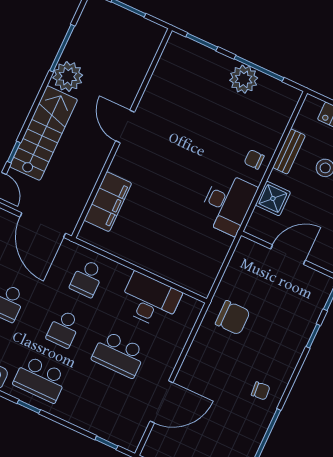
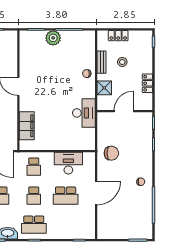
plant: (244, 79) -> (53, 38), moved
desk: (228, 203) -> (84, 113), moved
door: (162, 402) -> (96, 193), moved

